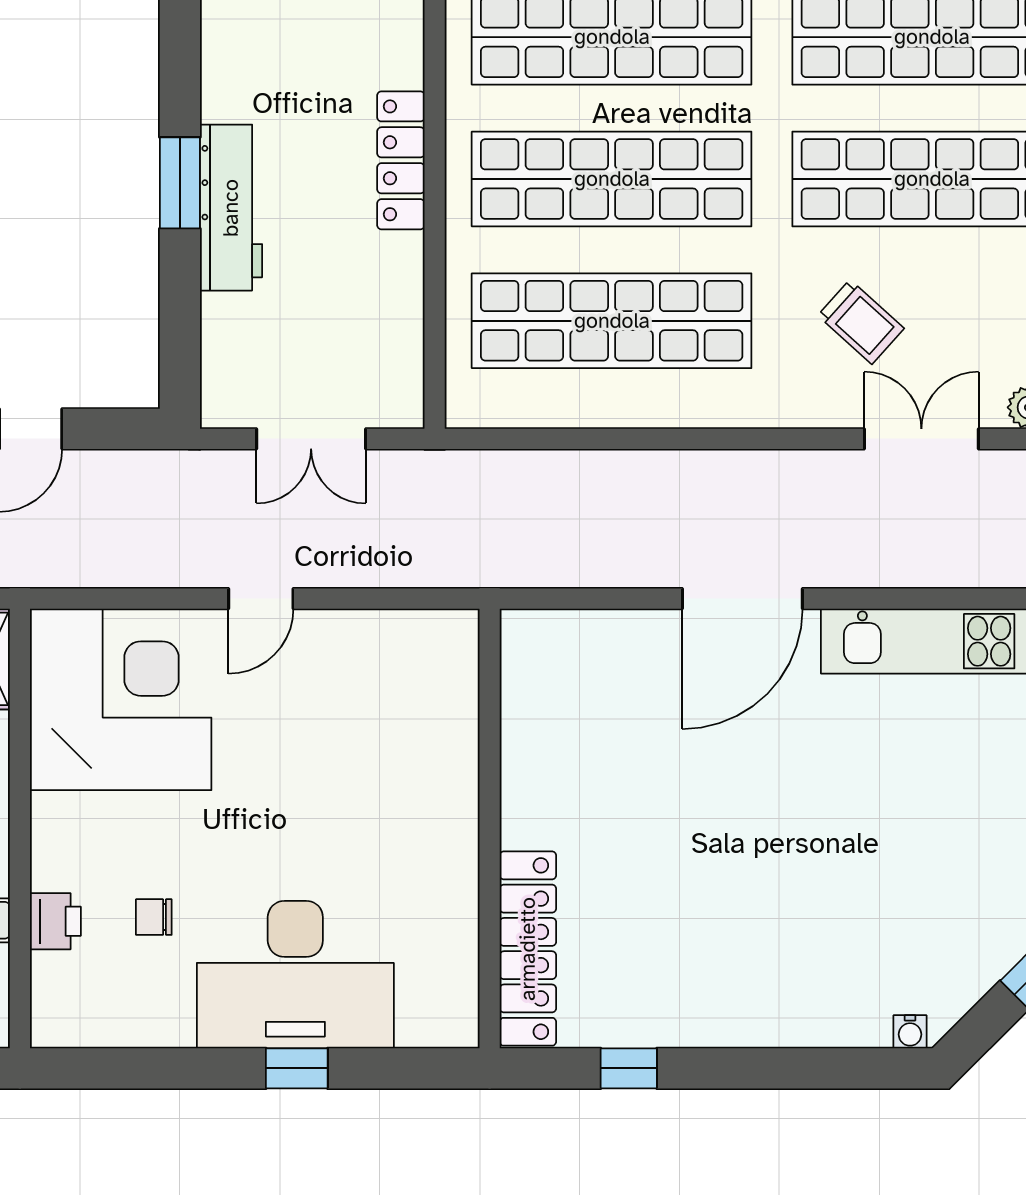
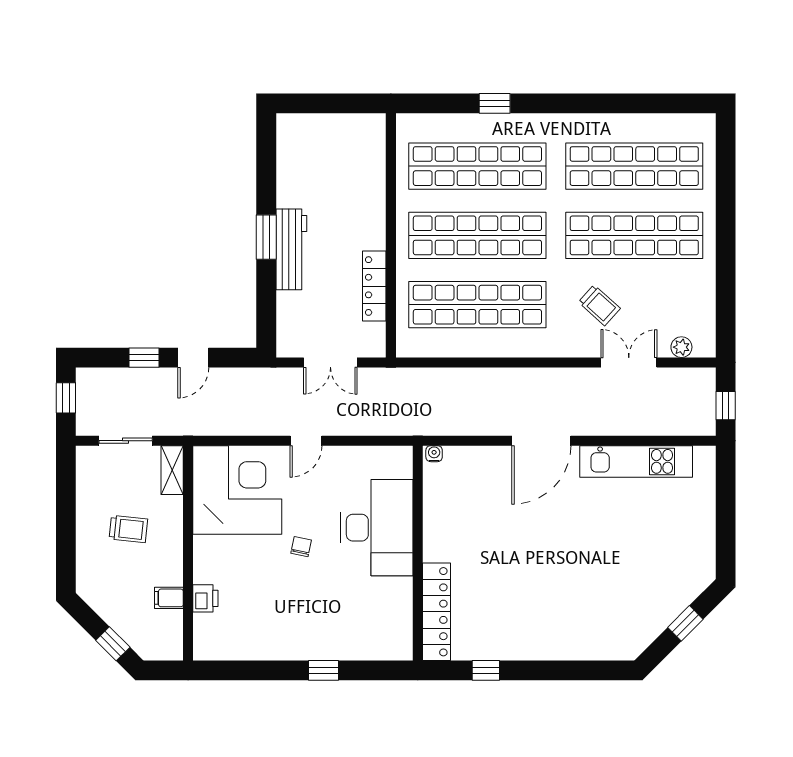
locker: (401, 160) -> (374, 286), moved
chair: (154, 917) -> (301, 547), moved, turned 102
desk: (295, 975) -> (377, 528), moved, turned -90
water cooler: (910, 1032) -> (434, 454), moved, turned 180

